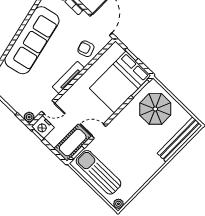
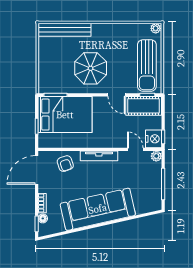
parasol: (155, 109) -> (91, 68), moved

